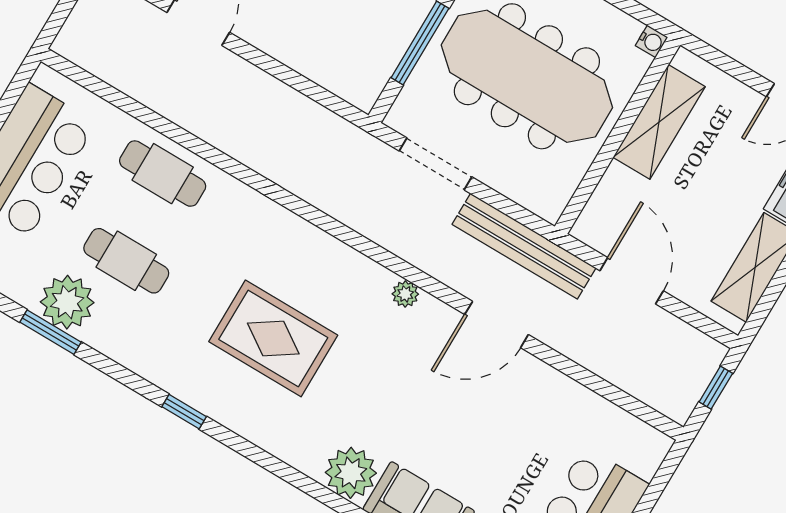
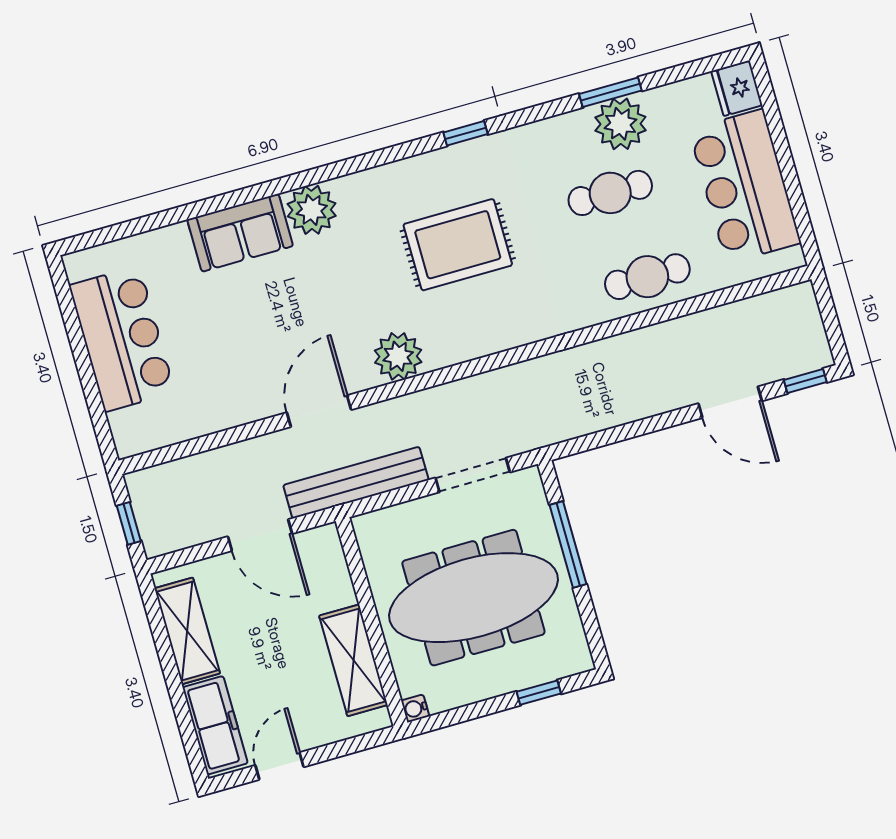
plant: (405, 294) -> (398, 356), width x1.87, depth x1.87

